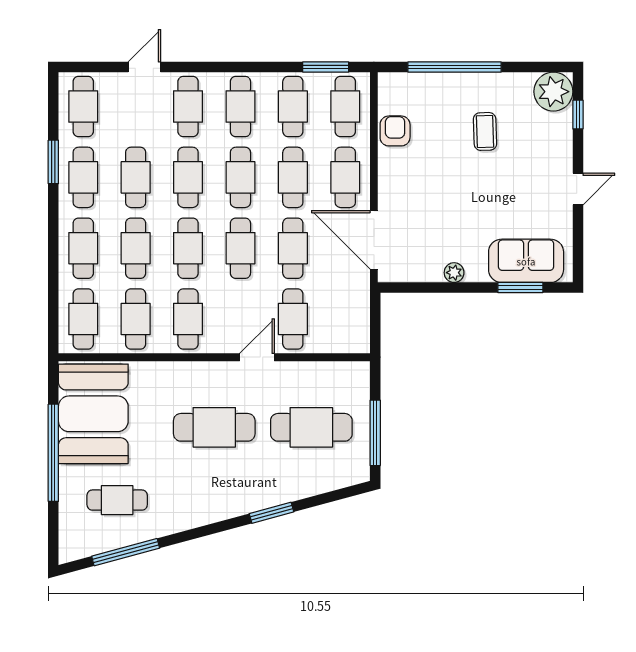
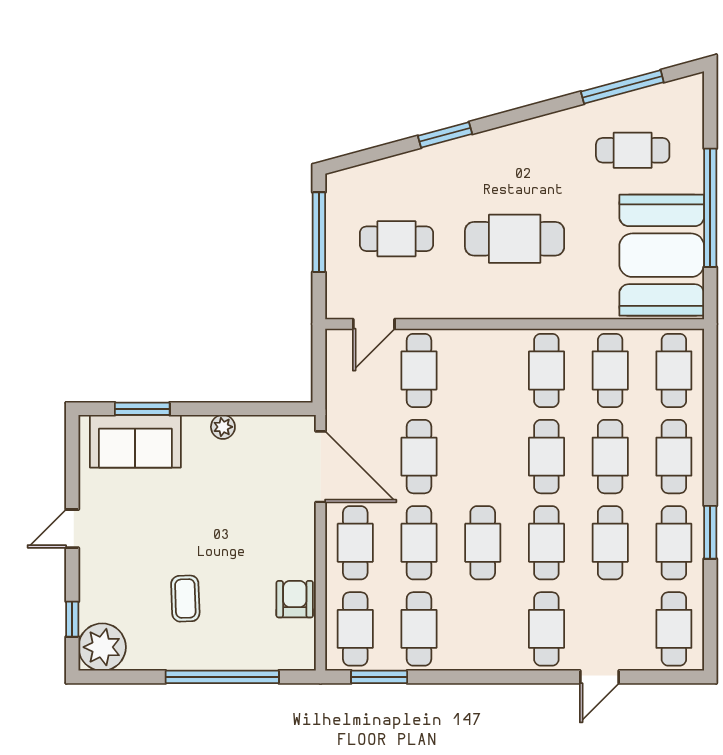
cafe table: (240, 107) -> (483, 629), removed
armchair: (395, 131) -> (295, 599), turned 180
window: (53, 162) -> (710, 532), moved
cafe table: (240, 248) -> (483, 457), removed
door: (257, 357) -> (374, 324), moved
cafe table: (311, 427) -> (396, 239), width x0.73, depth x0.74

